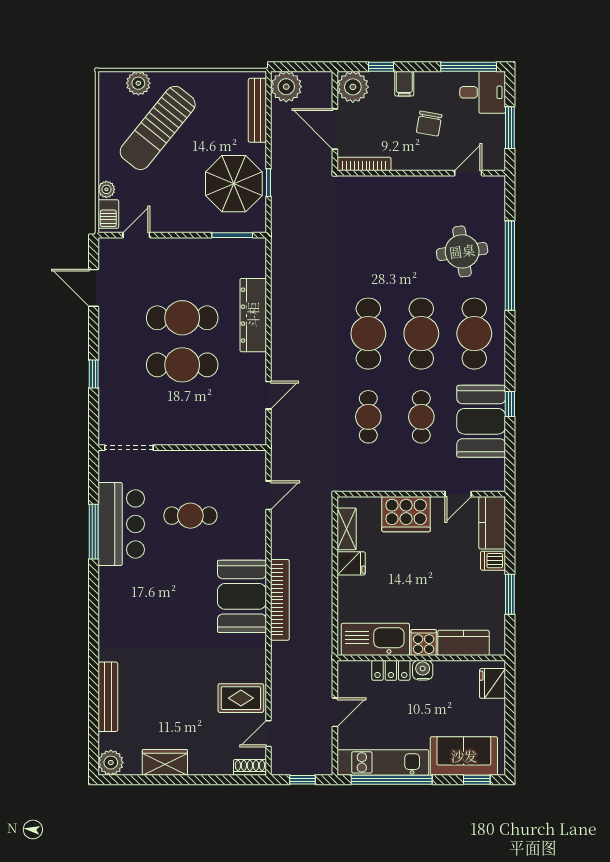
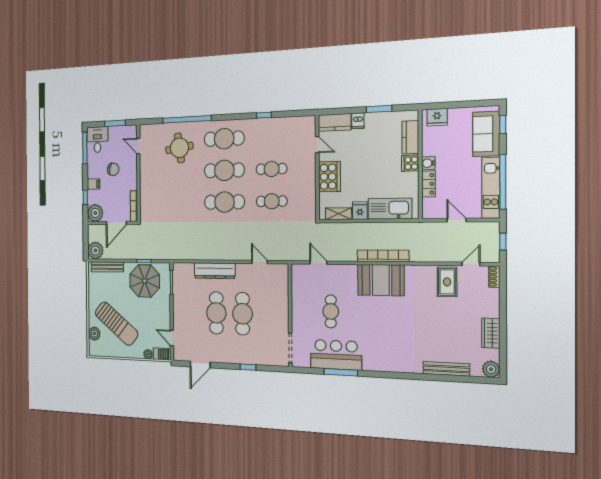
booth: (481, 421) -> (274, 132), removed
kitchen sink: (375, 639) -> (390, 209), moved, turned 90
door: (269, 734) -> (471, 264), swing flipped

